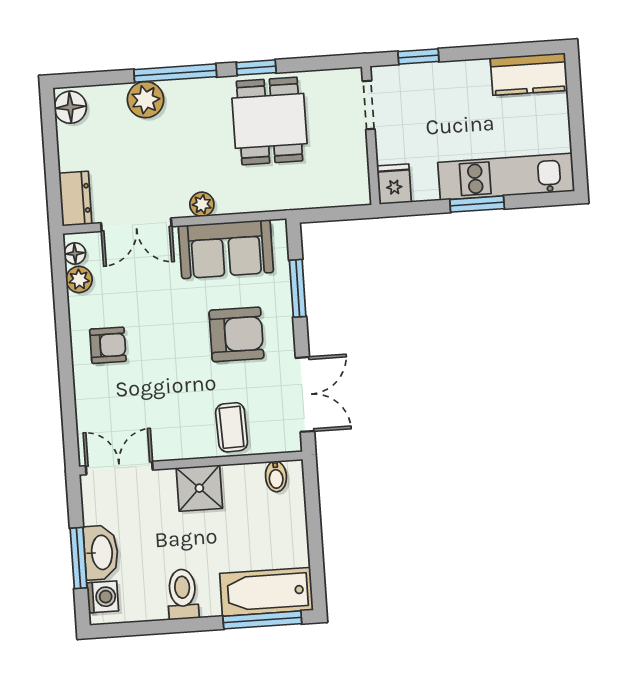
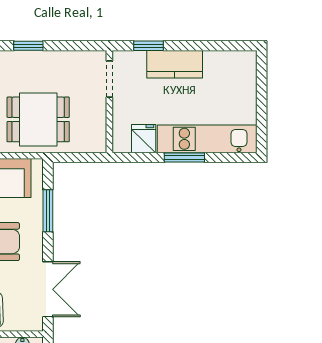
kitchen counter: (529, 74) -> (175, 64), moved
dining table: (270, 121) -> (38, 119), moved, turned 90
fridge: (394, 184) -> (144, 139), moved

